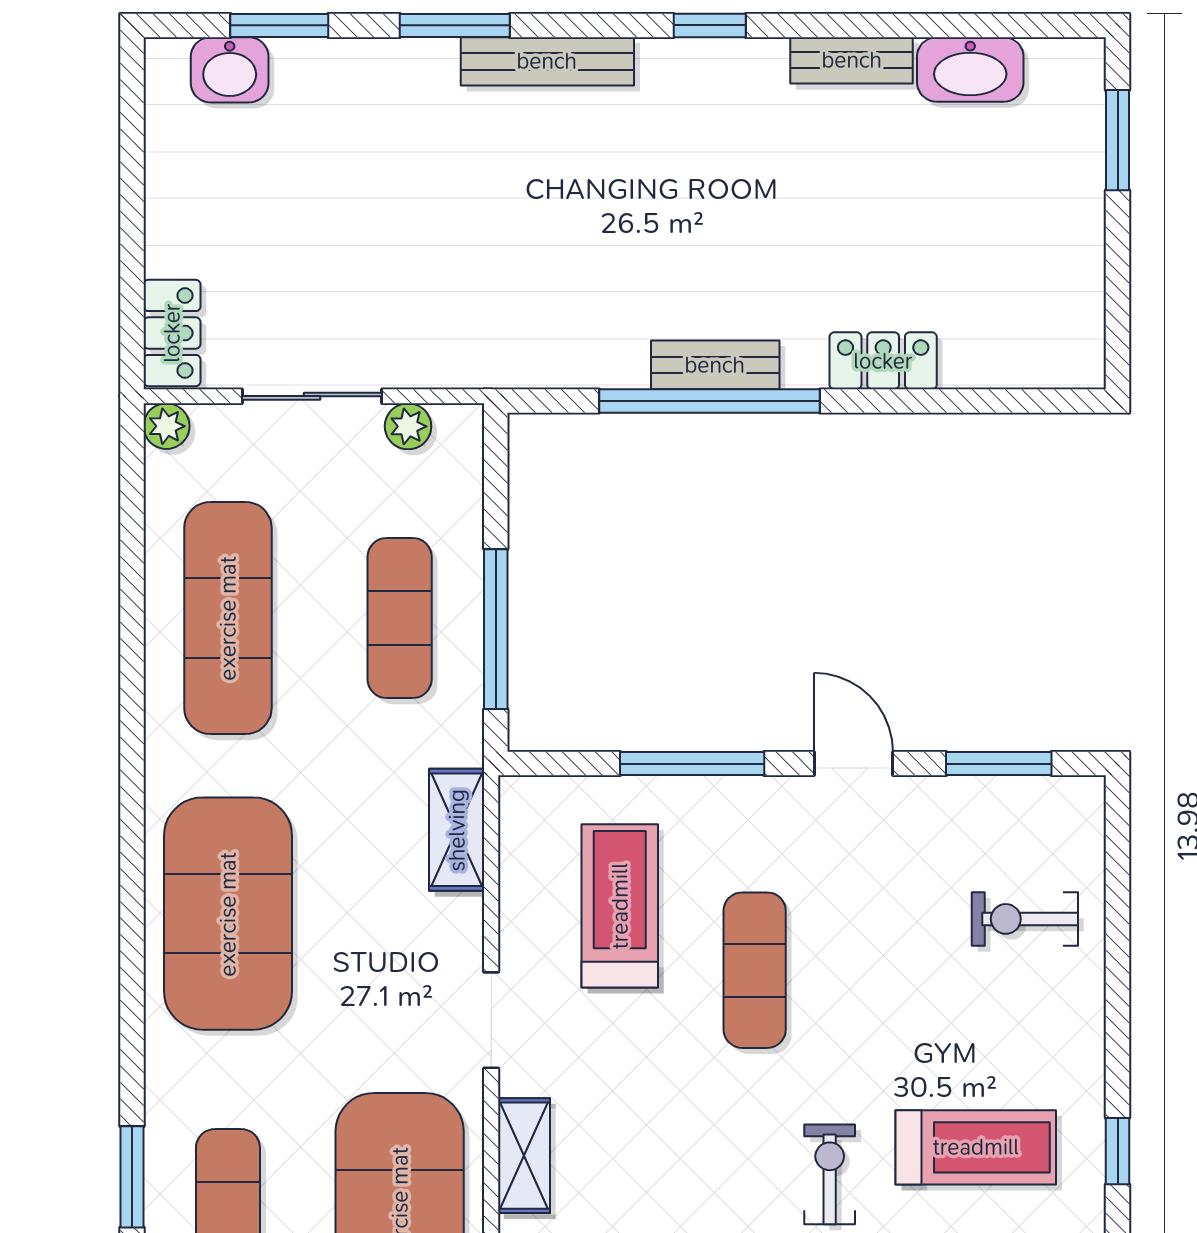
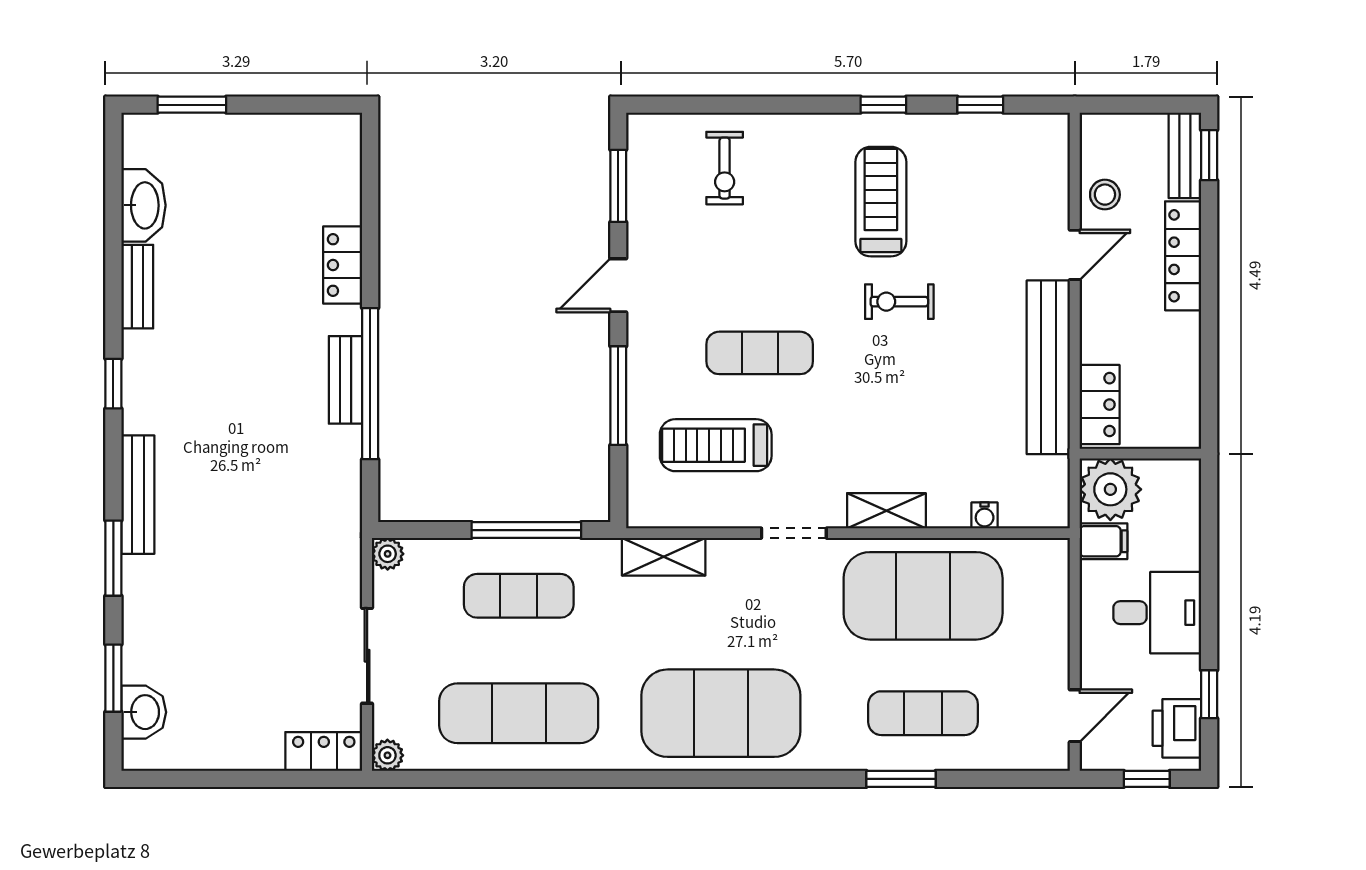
plant: (408, 426) -> (388, 554), moved

